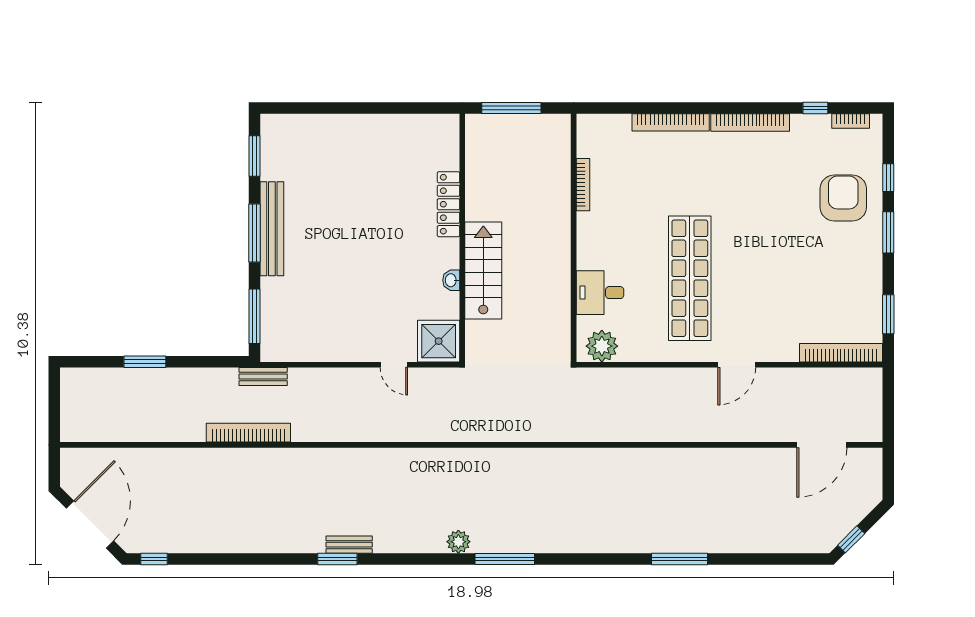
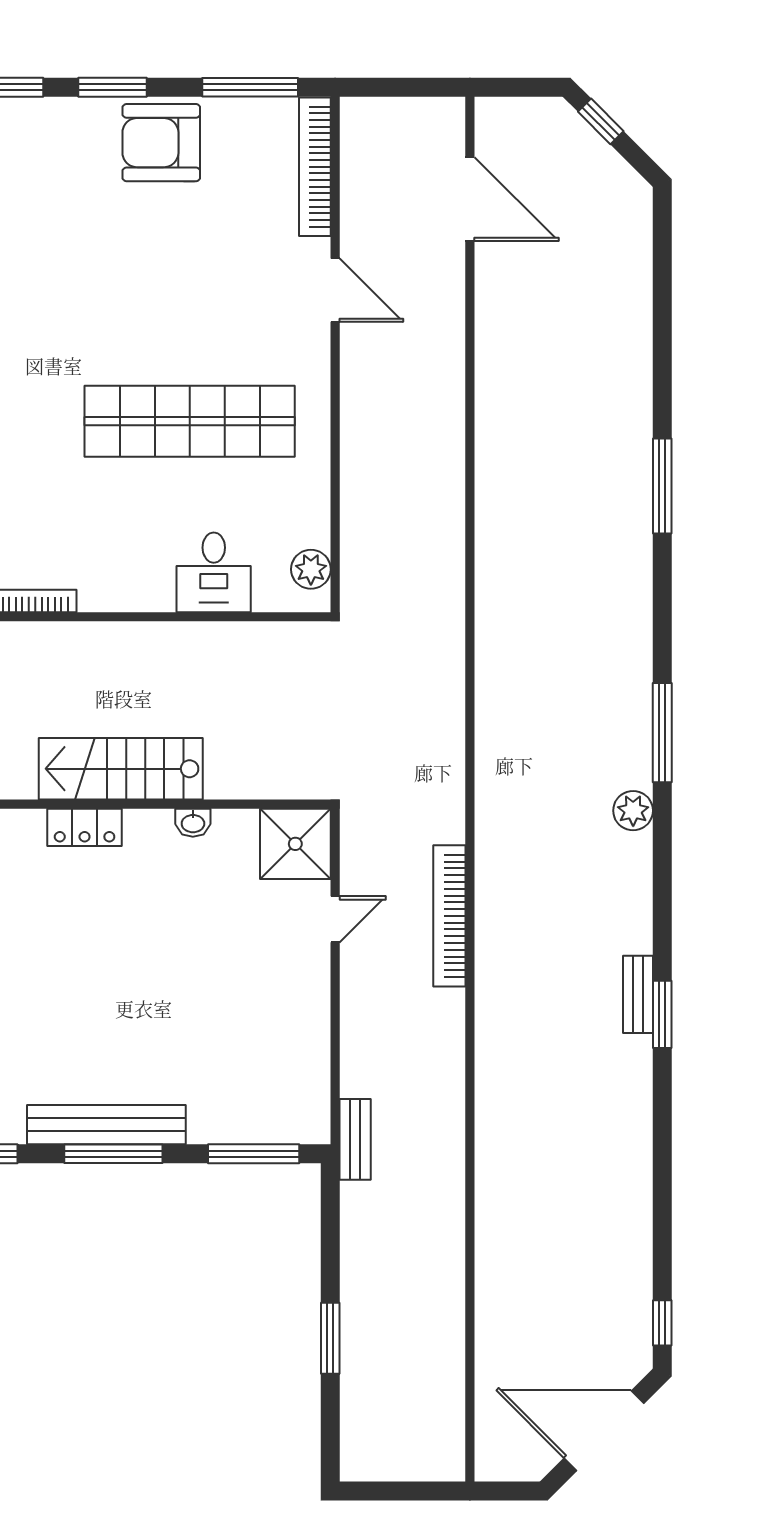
armchair: (843, 198) -> (161, 143), moved
locker: (448, 204) -> (85, 827), width x0.66
stairs: (483, 271) -> (121, 769), moved
window: (888, 314) -> (250, 87), width x1.44
plant: (602, 346) -> (311, 569), width x0.73, depth x0.73
door: (737, 365) -> (335, 290), moved
bookcase: (248, 433) -> (449, 916), moved
window: (851, 539) -> (601, 121), moved
window: (680, 559) -> (662, 486), moved

